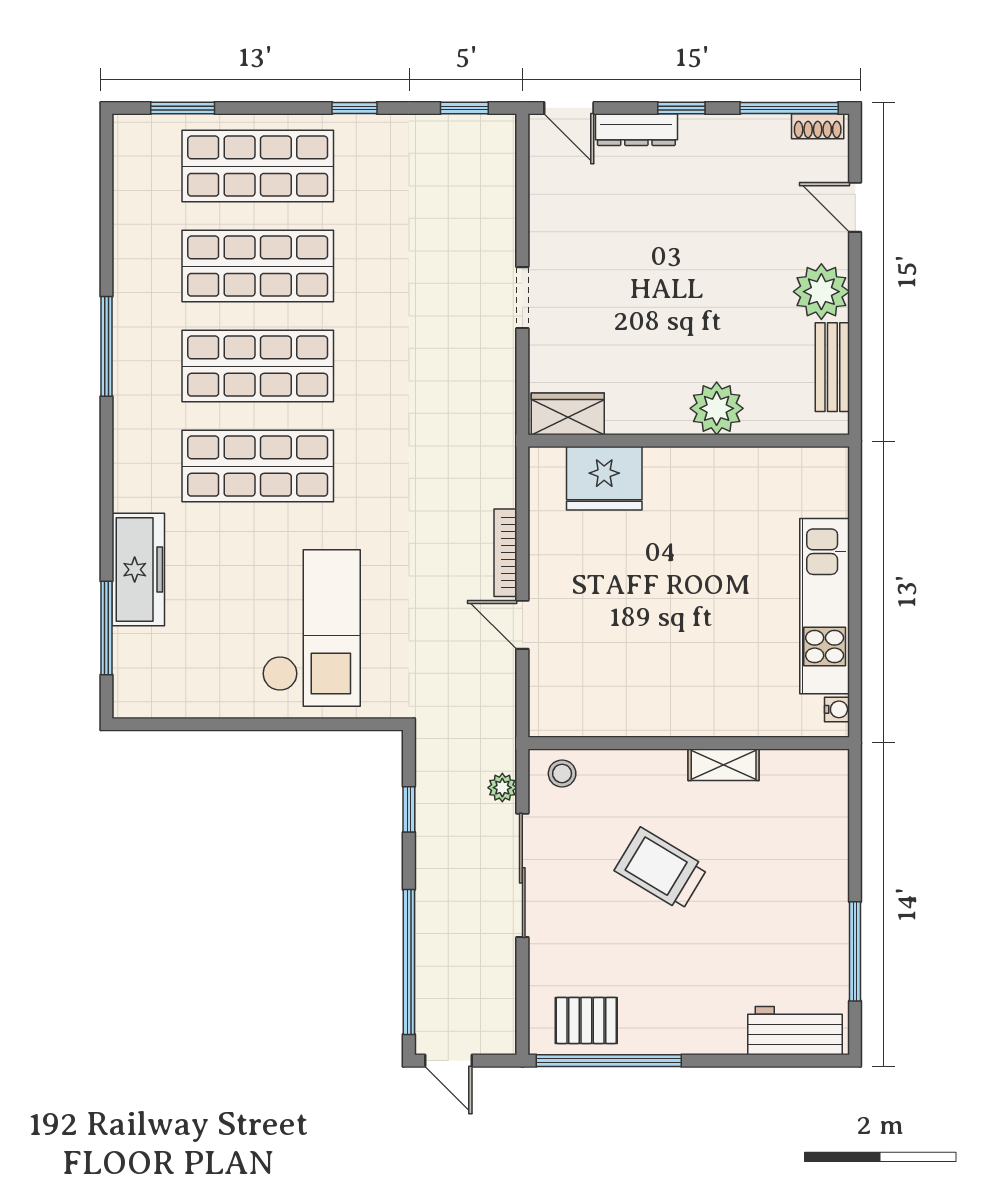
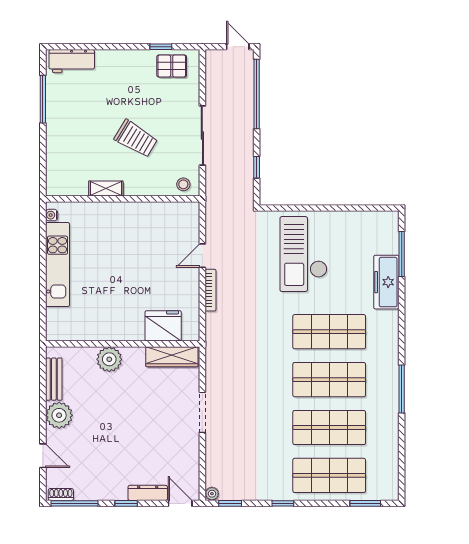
doorway: (522, 298) -> (202, 412), width x1.38
wardrobe: (568, 414) -> (172, 357), width x1.50
door: (522, 625) -> (202, 256), swing flipped
plant: (502, 788) -> (212, 494), moved
window: (609, 1061) -> (161, 47), width x0.32

